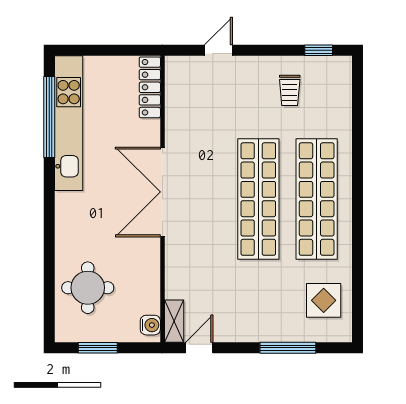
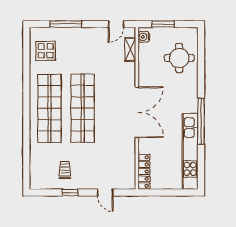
door: (218, 50) -> (105, 193), hinge flipped
window: (319, 50) -> (70, 193), moved
window: (49, 117) -> (201, 121), moved
shelving: (174, 321) -> (130, 49), moved
window: (98, 348) -> (163, 24), moved

